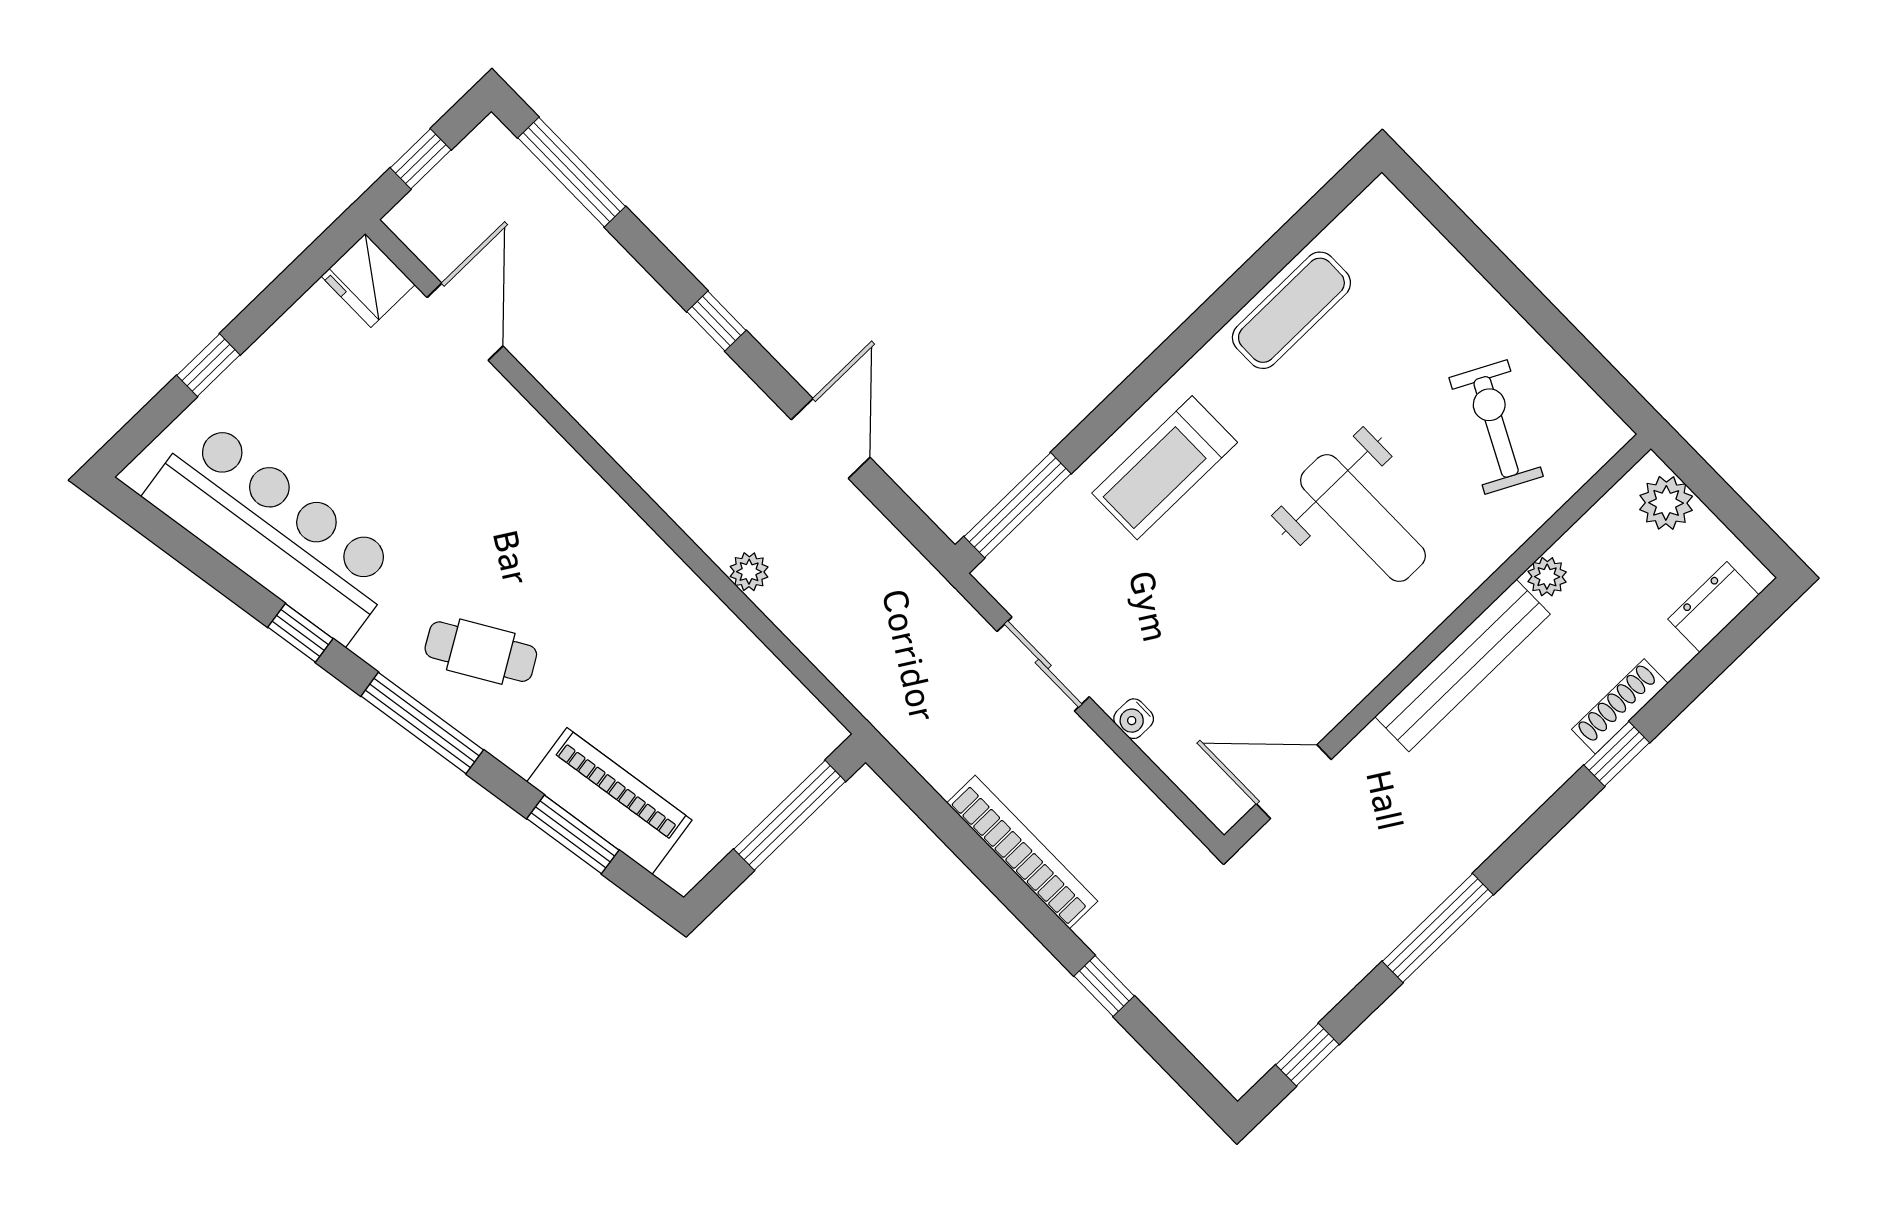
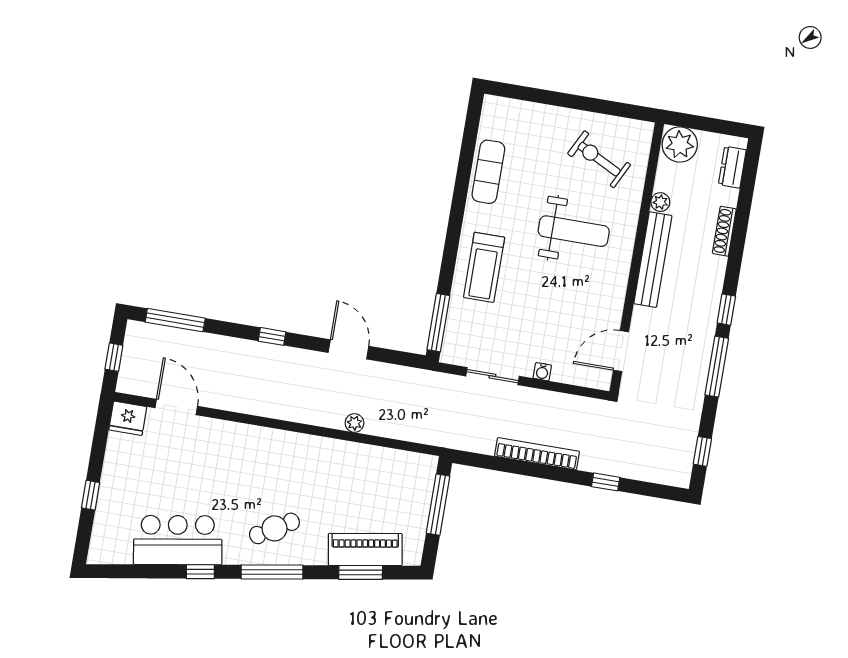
plant: (1666, 503) -> (680, 145), width x1.36, depth x1.36
bar counter: (274, 531) -> (178, 540), width x0.73
window: (1617, 754) -> (726, 310), moved

